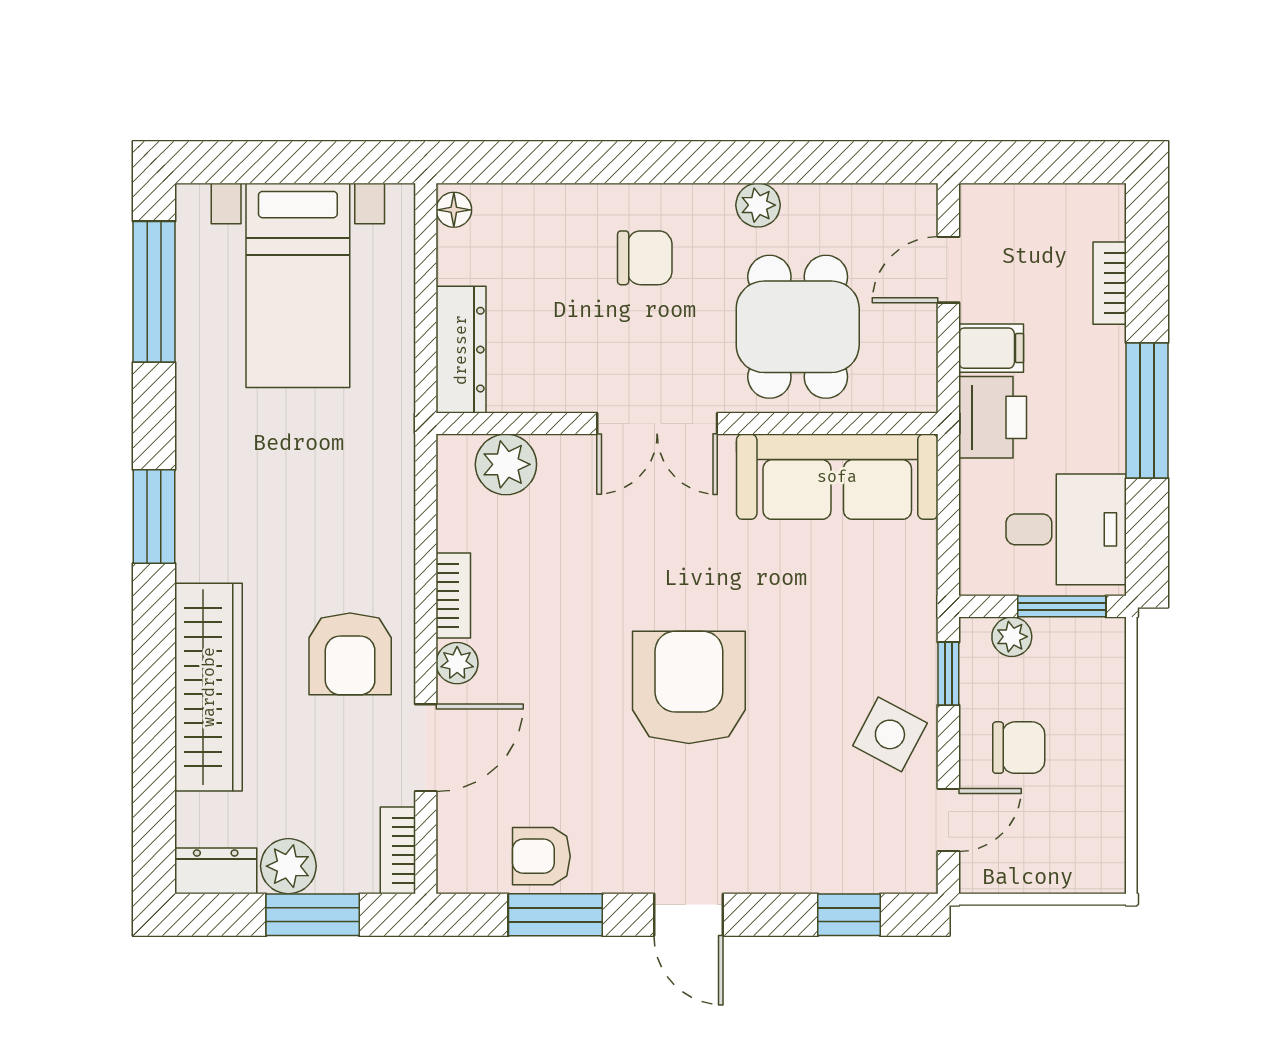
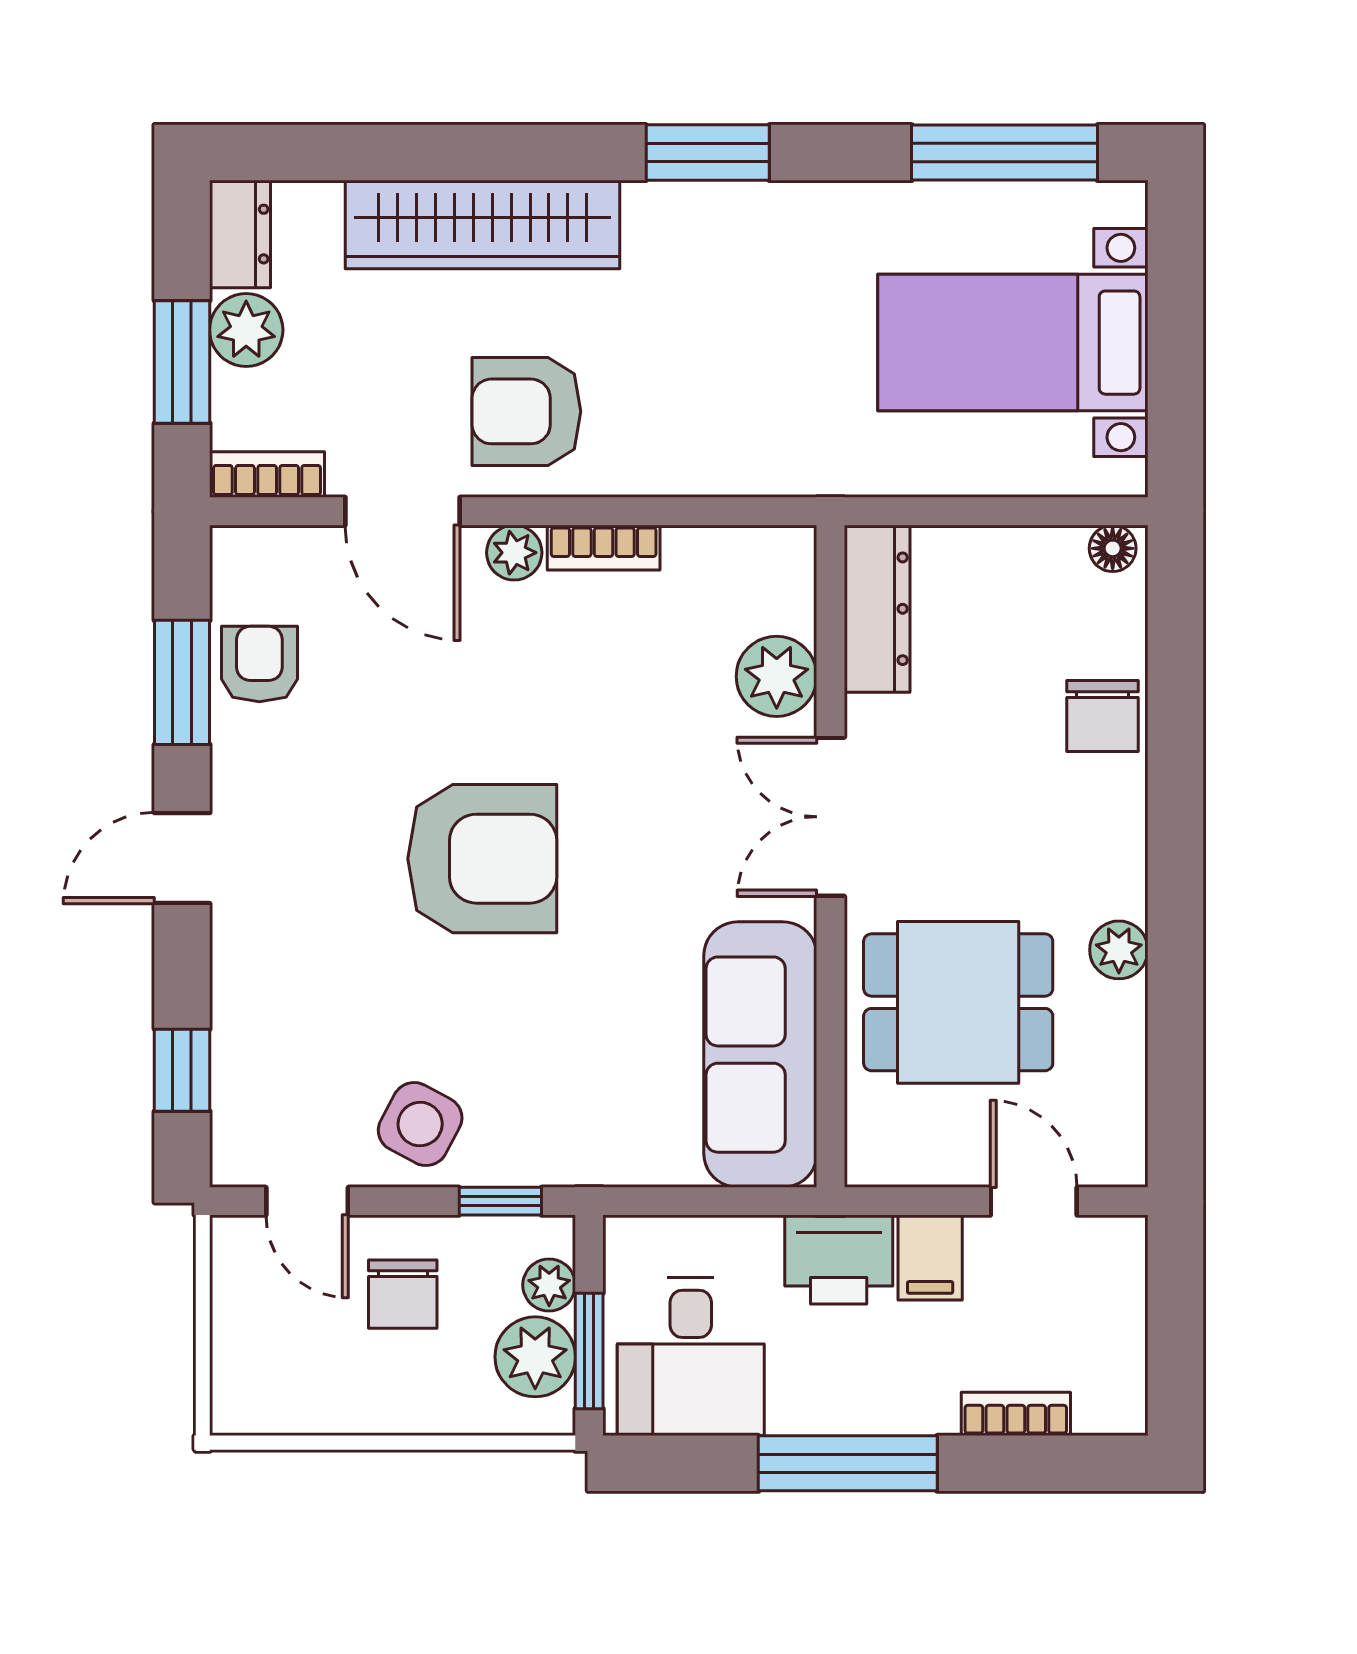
chair: (645, 258) -> (1103, 716), moved
dresser: (461, 350) -> (877, 609), moved, turned -90
plant: (506, 464) -> (777, 676), moved
plant: (1066, 647) -> (535, 1357), added

